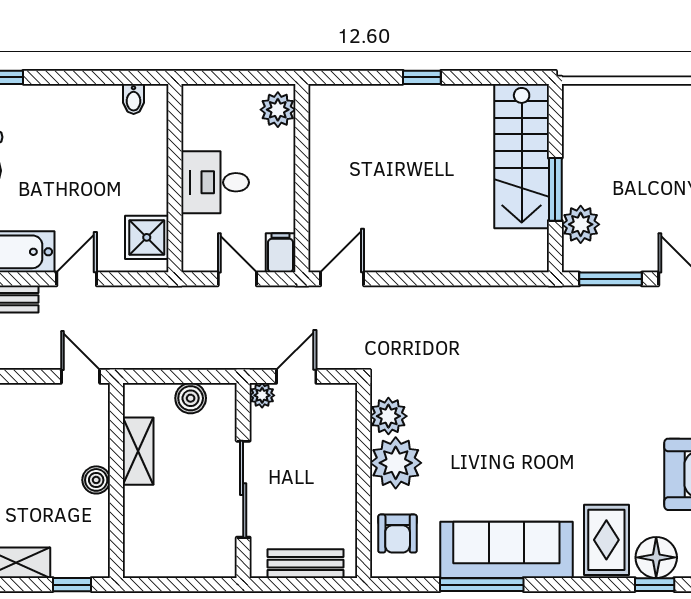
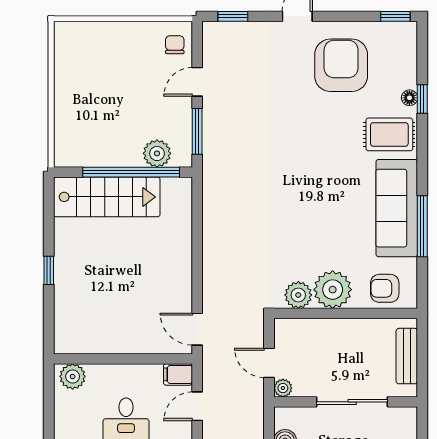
window: (555, 189) -> (131, 172), width x2.11
armchair: (398, 534) -> (385, 288), turned 180
floor lamp: (656, 557) -> (409, 98), width x0.53, depth x0.53

